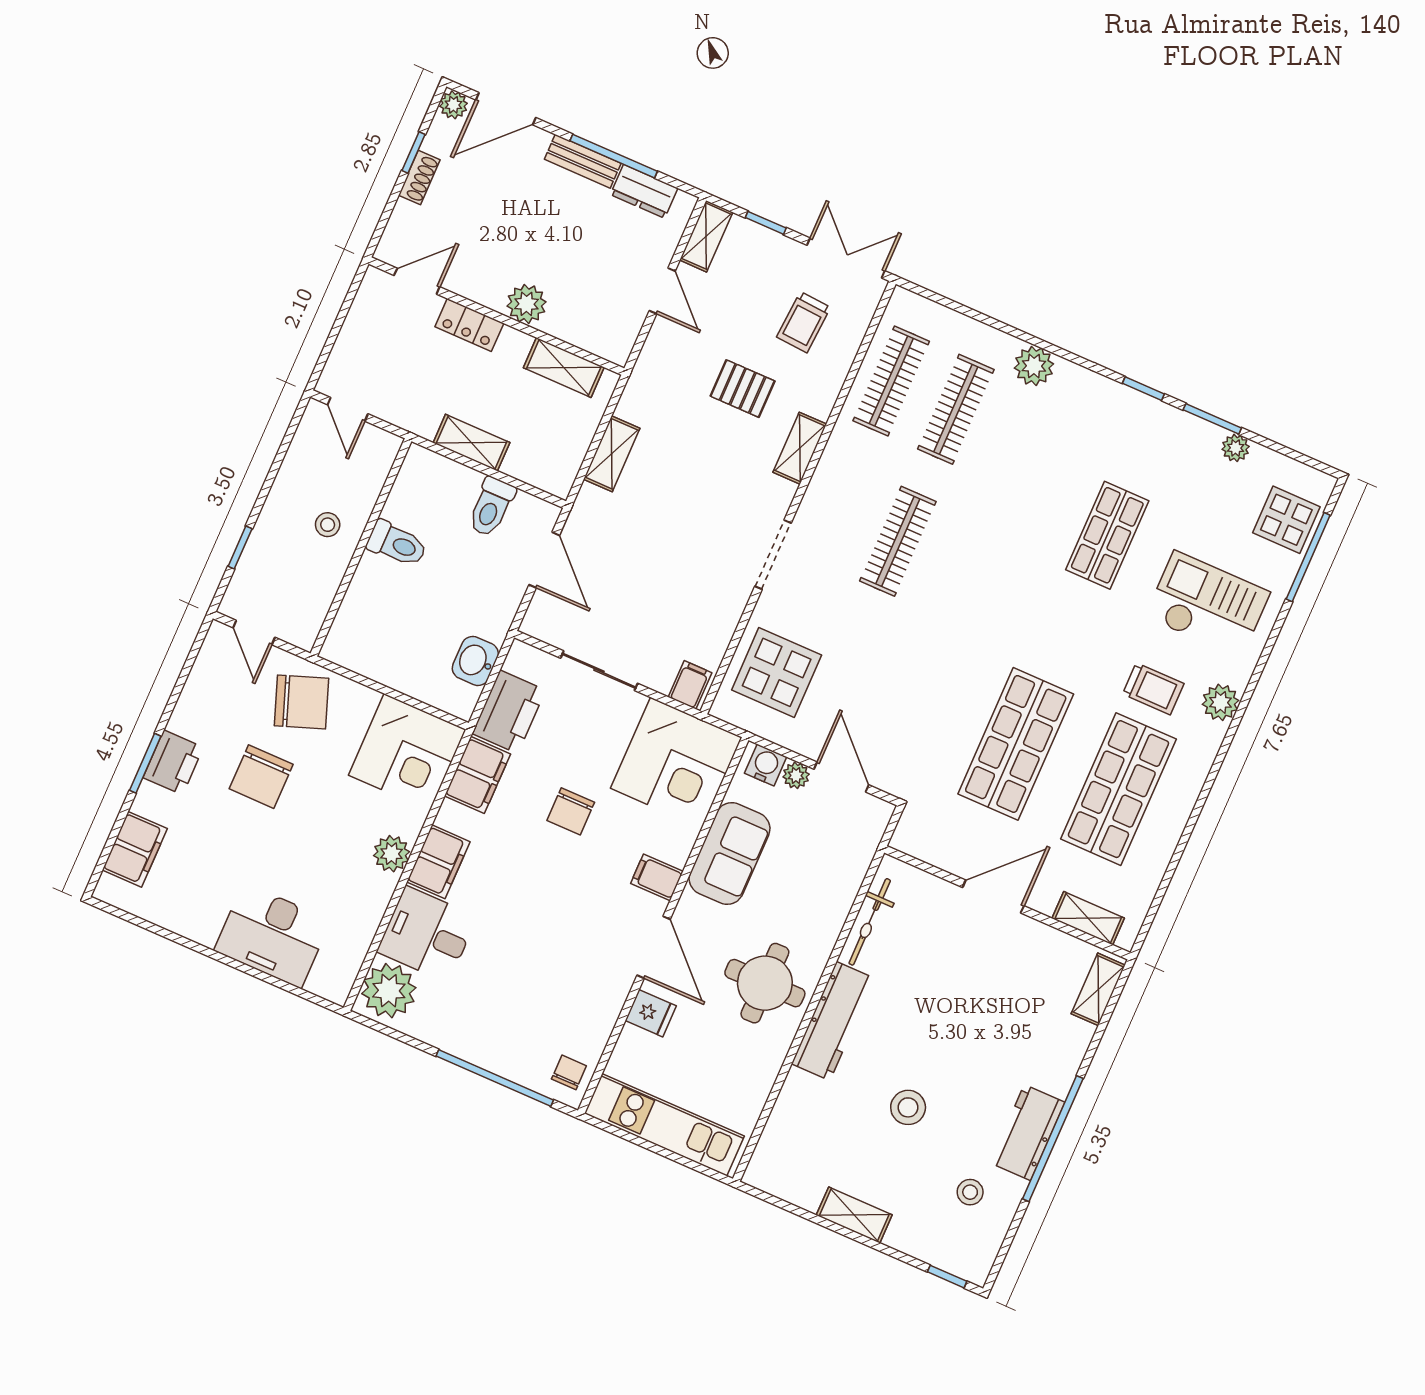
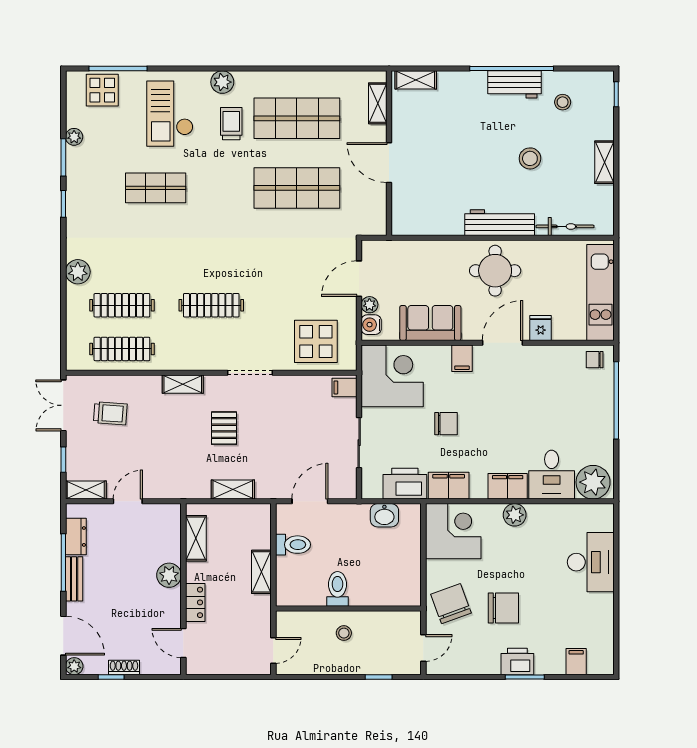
pallet: (743, 389) -> (224, 428), moved
filing cabinet: (135, 849) -> (576, 662), width x0.50
bicycle: (870, 922) -> (565, 226), moved

